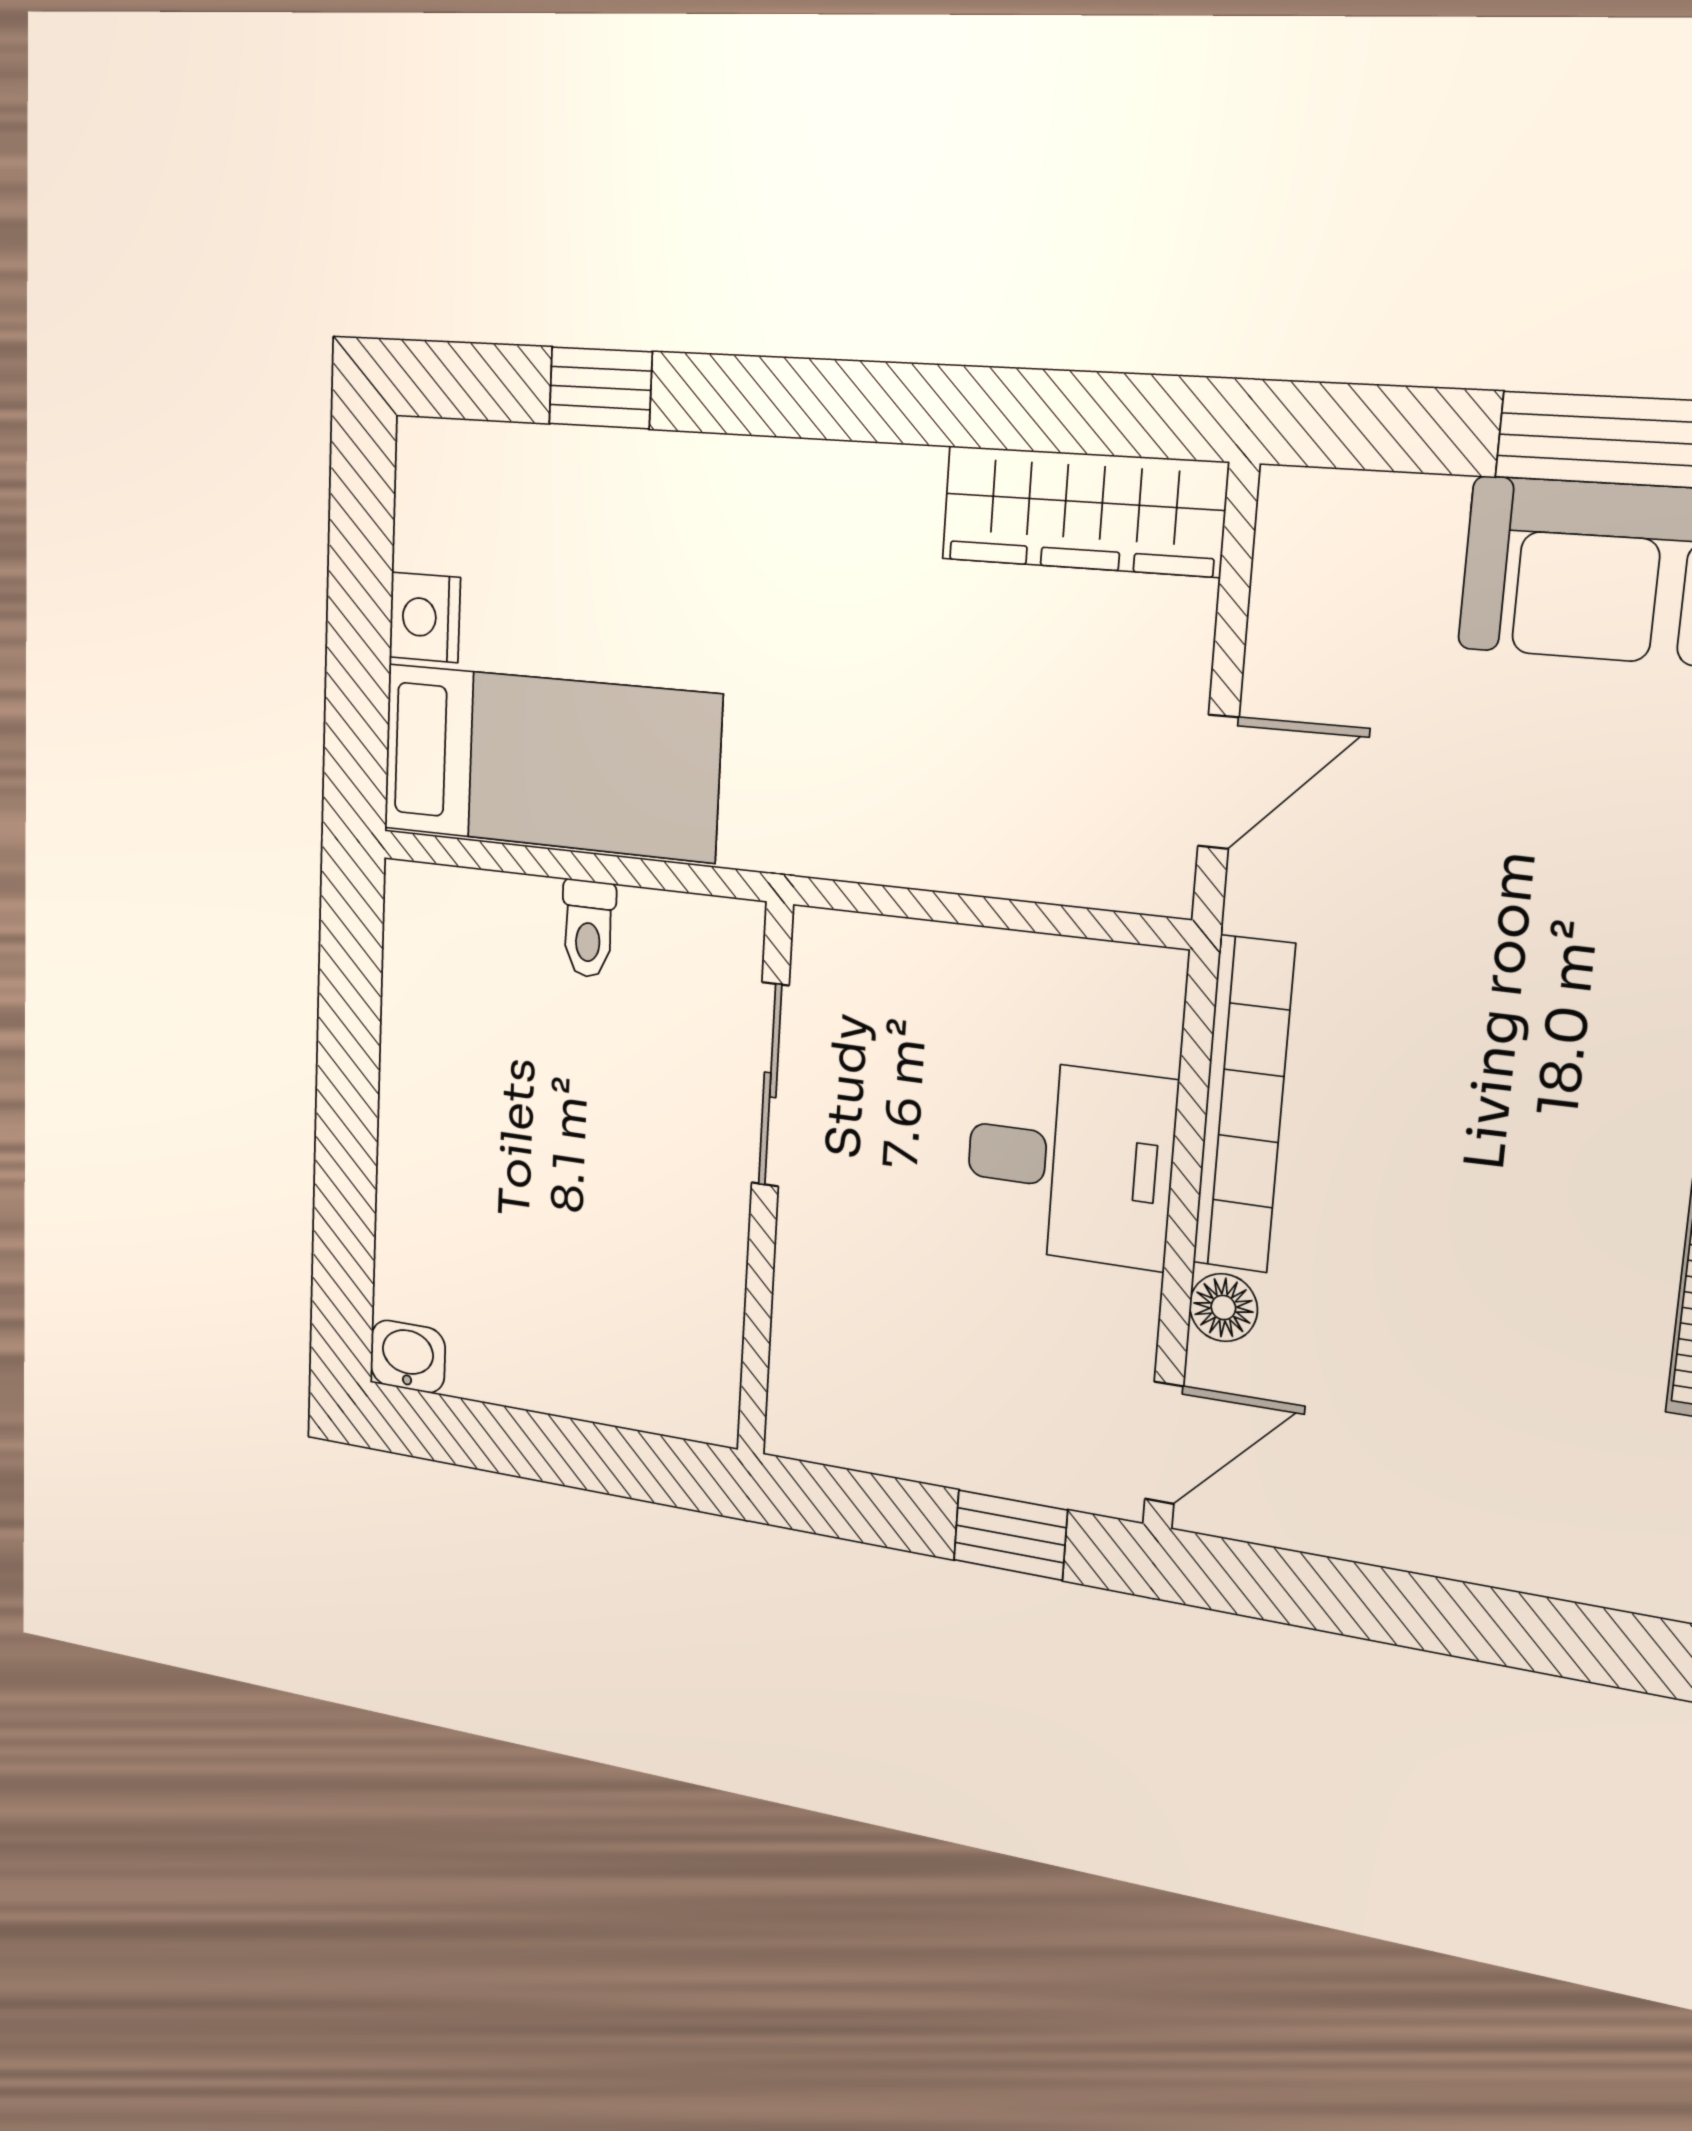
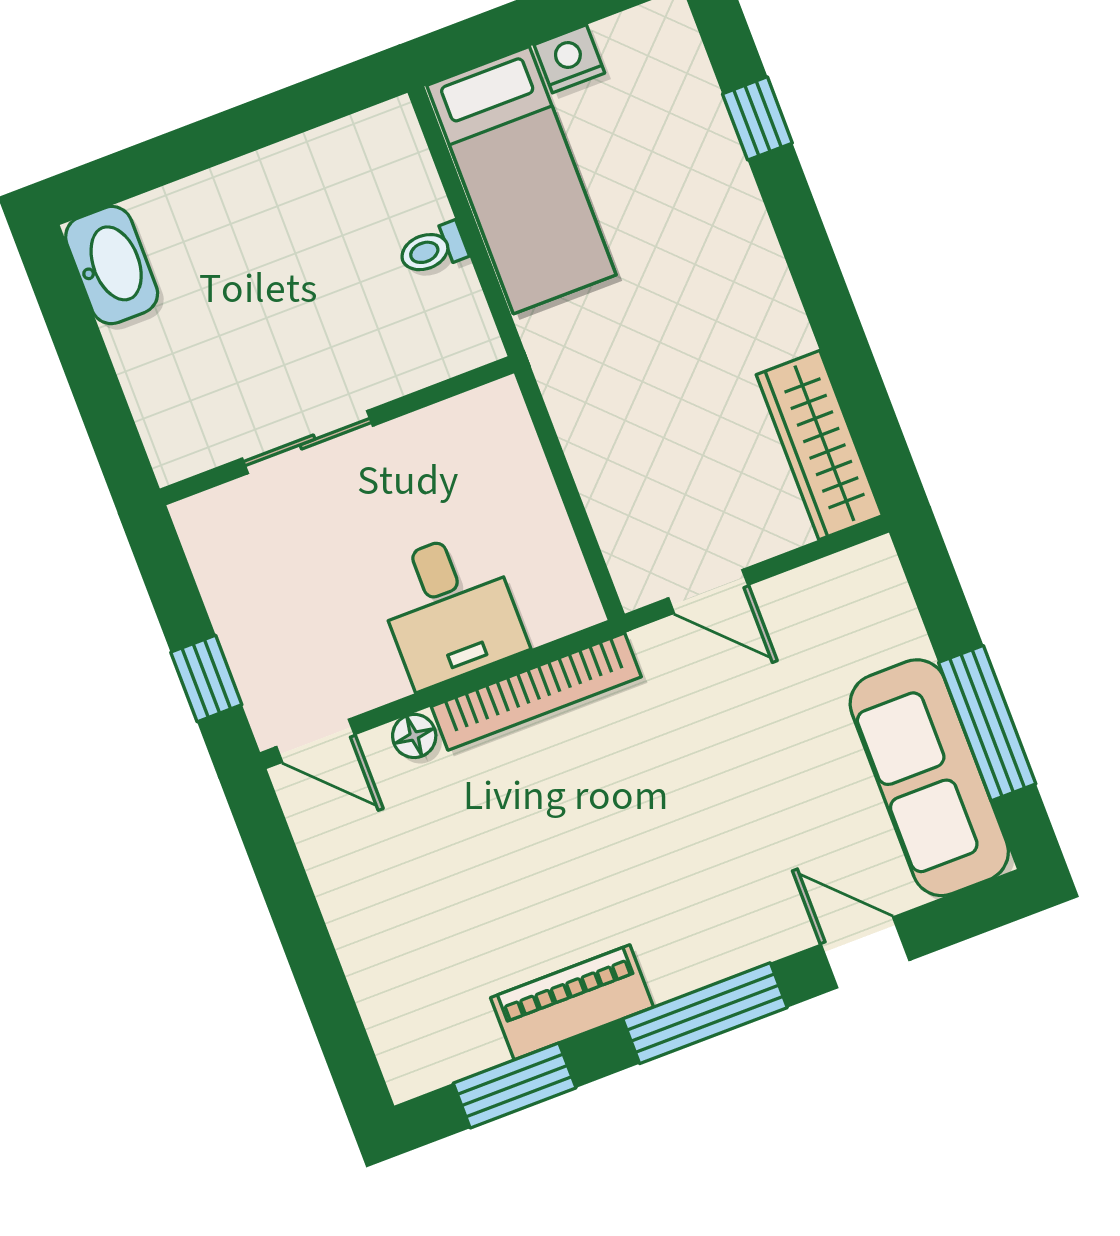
sliding door: (770, 1085) -> (307, 442), moved
washbasin: (408, 1357) -> (112, 265), width x1.91, depth x1.45

